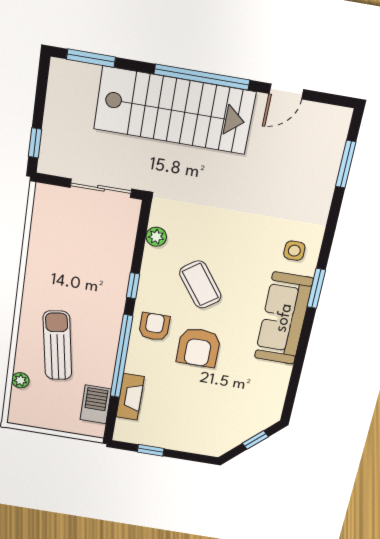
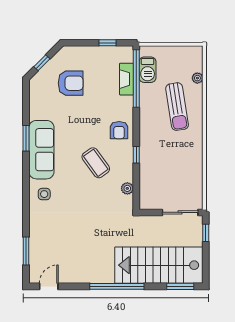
door: (286, 91) -> (49, 286), moved
stairs: (174, 110) -> (159, 265), moved
sliding door: (101, 188) -> (180, 212), moved
window: (316, 288) -> (26, 138), moved
armchair: (198, 347) -> (71, 83), moved, turned 90
window: (121, 356) -> (136, 78), moved

